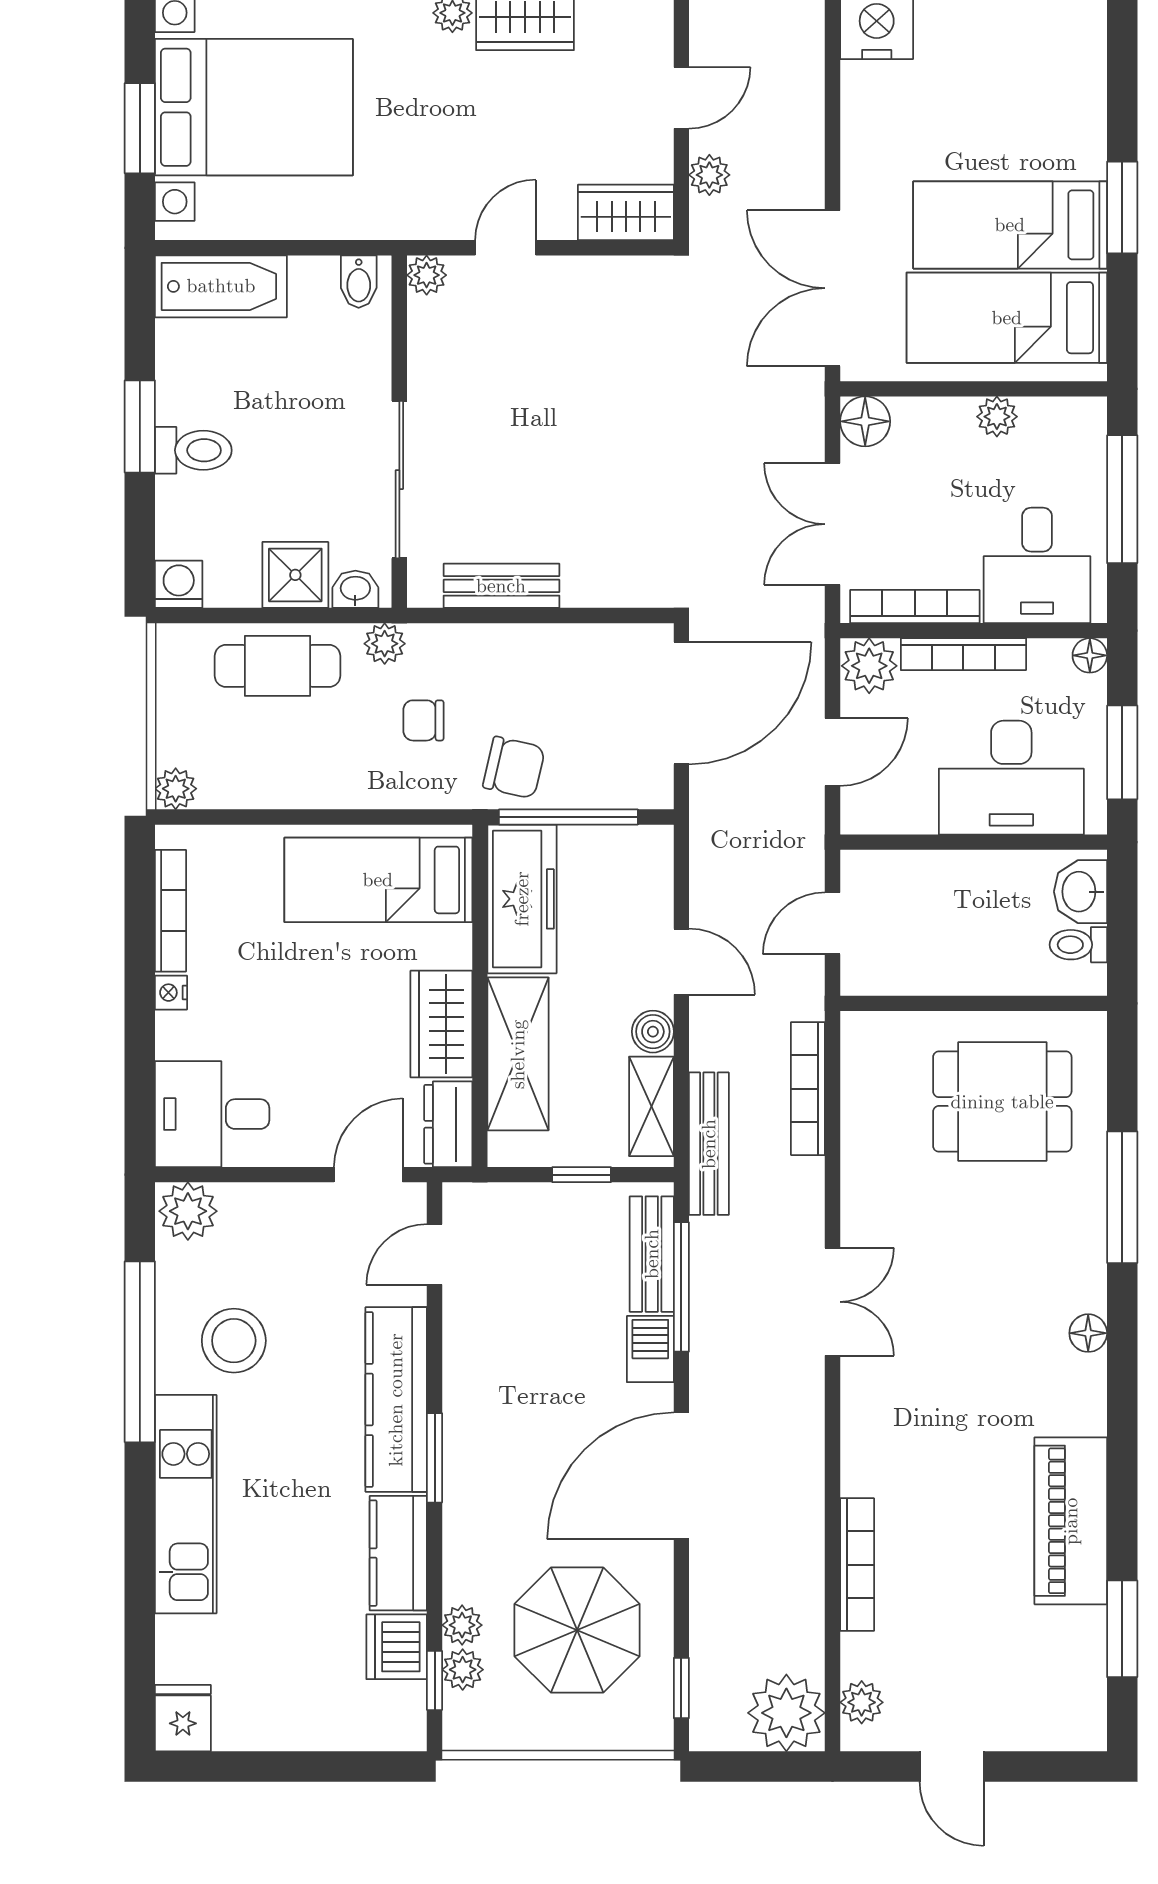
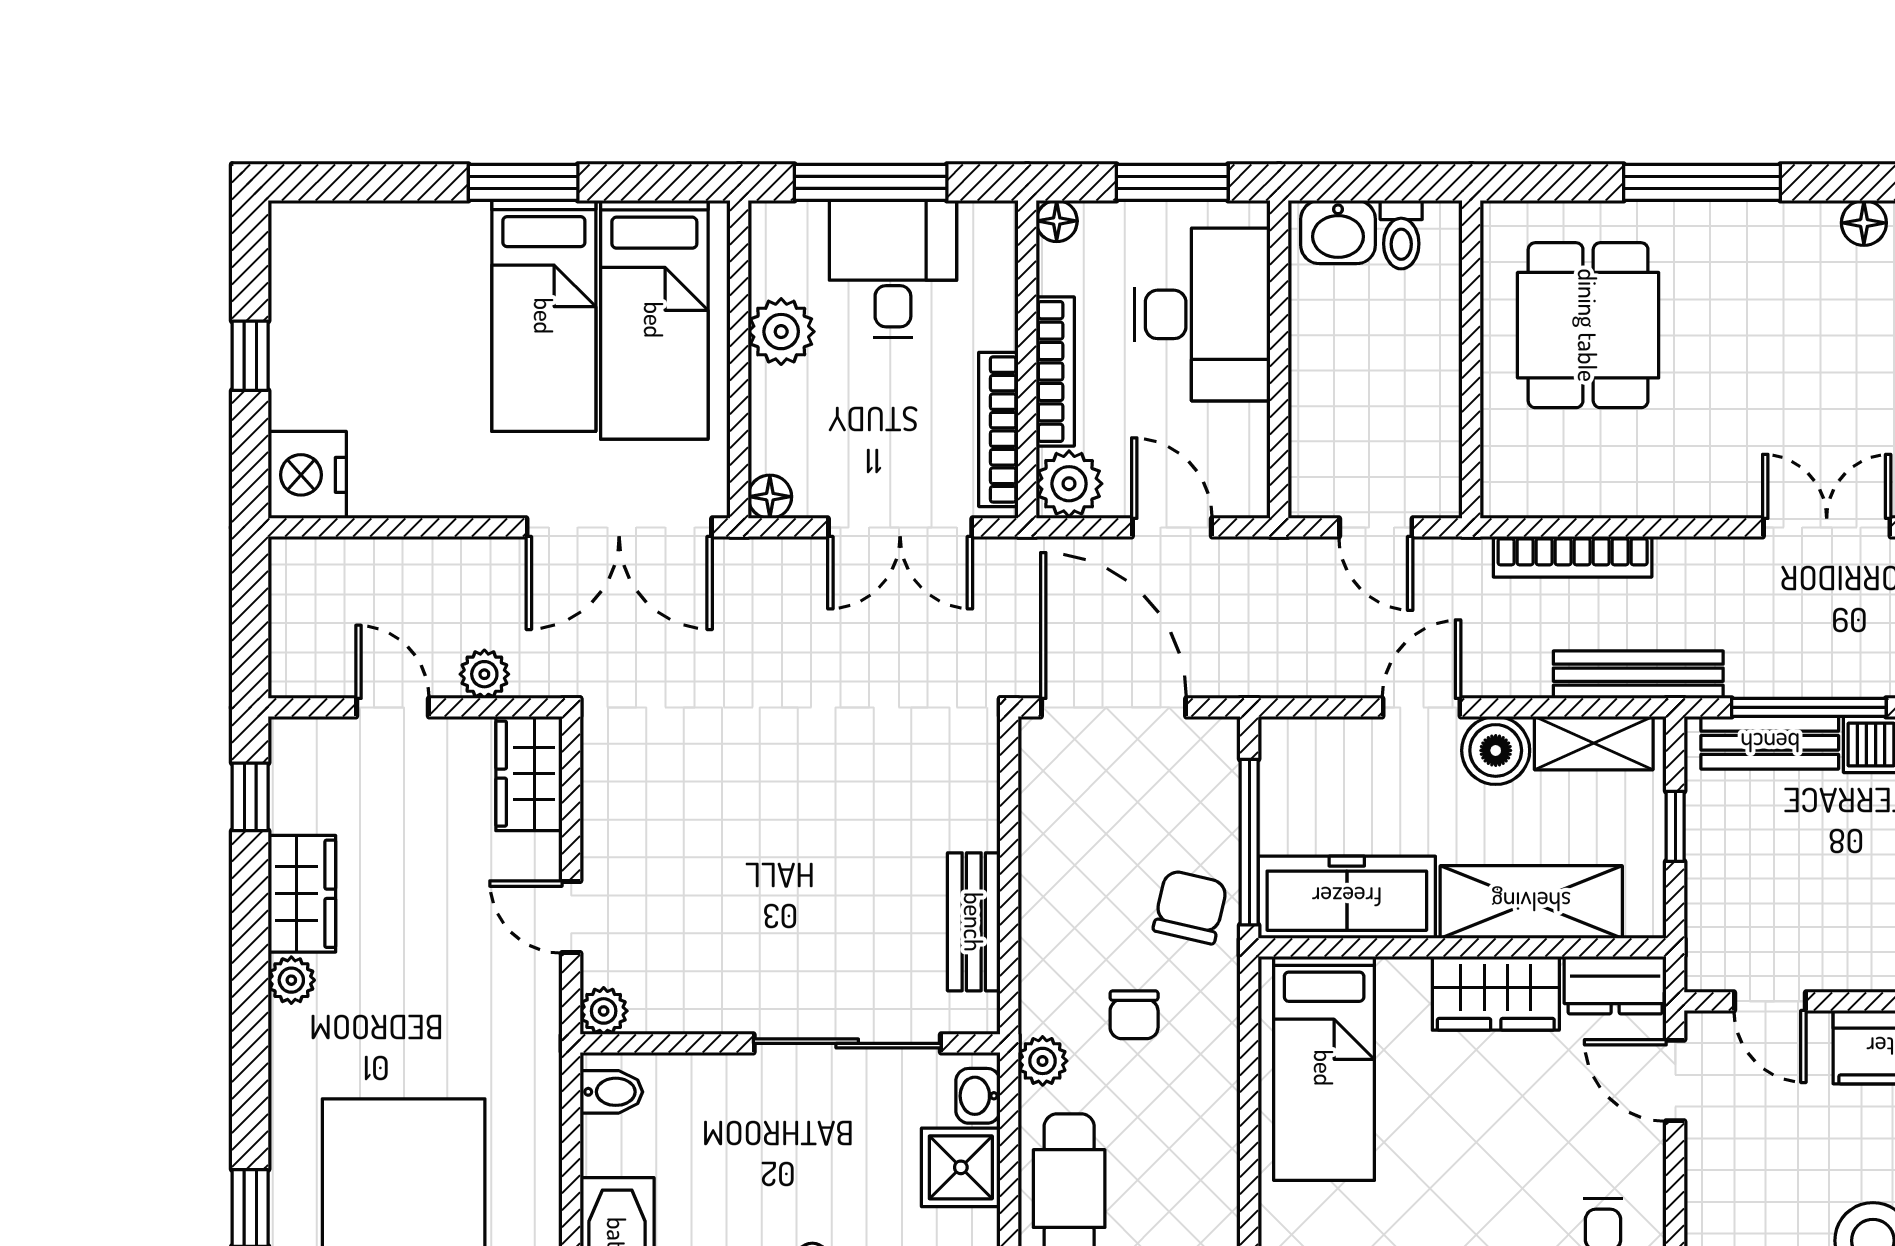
plant: (997, 417) -> (781, 332), width x1.38, depth x1.38
floor lamp: (865, 421) -> (770, 497), width x0.73, depth x0.73
desk: (1037, 565) -> (893, 269), moved, turned -90
boiler: (653, 1032) -> (1496, 750), width x1.36, depth x1.36

